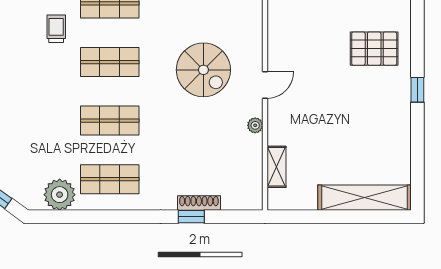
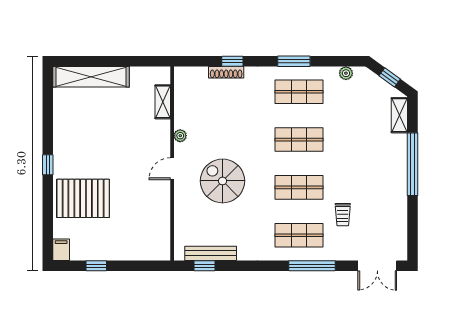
pallet: (374, 49) -> (83, 198), width x1.37, depth x1.41
plant: (60, 195) -> (346, 73), width x0.53, depth x0.53
window: (116, 217) -> (294, 61), added

